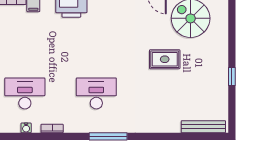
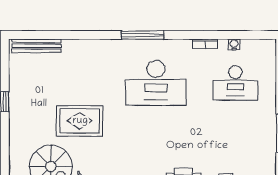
rug: (165, 59) -> (80, 121), width x1.36, depth x1.43
desk: (96, 93) -> (156, 83), width x1.36, depth x1.30

